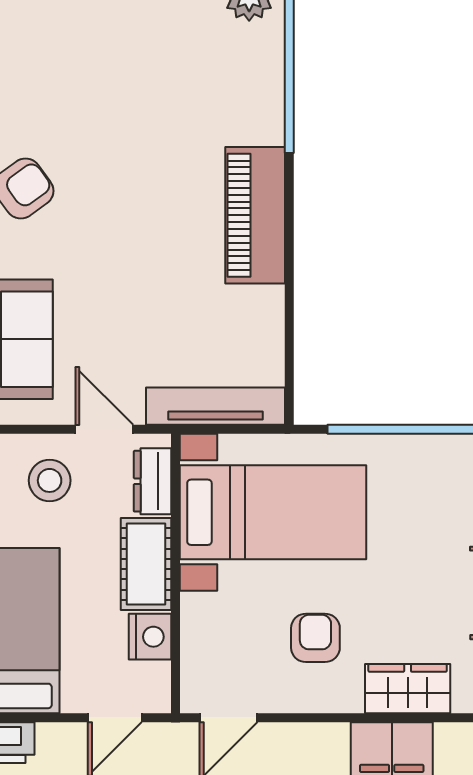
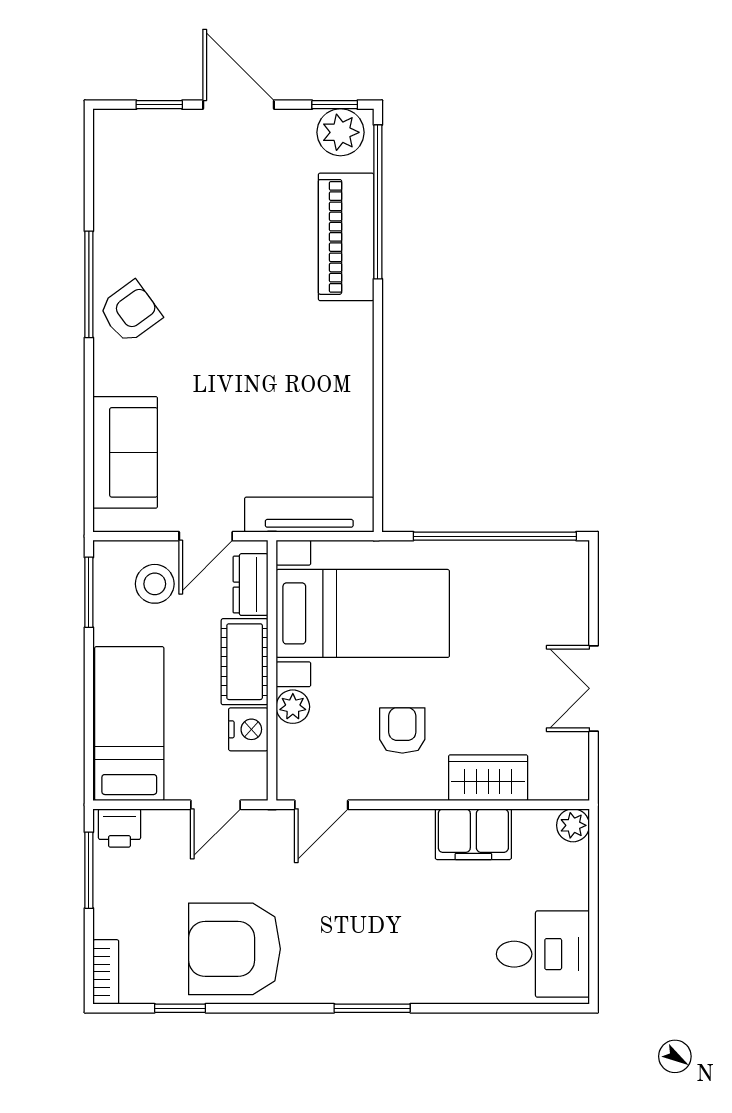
piano: (255, 215) -> (346, 237), moved
door: (104, 429) -> (206, 536), swing flipped
plant: (198, 612) -> (293, 707), added

